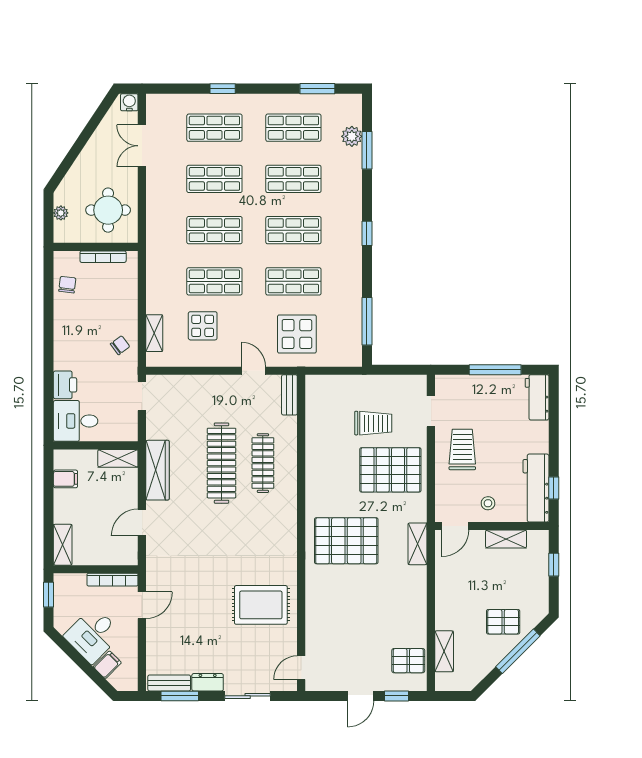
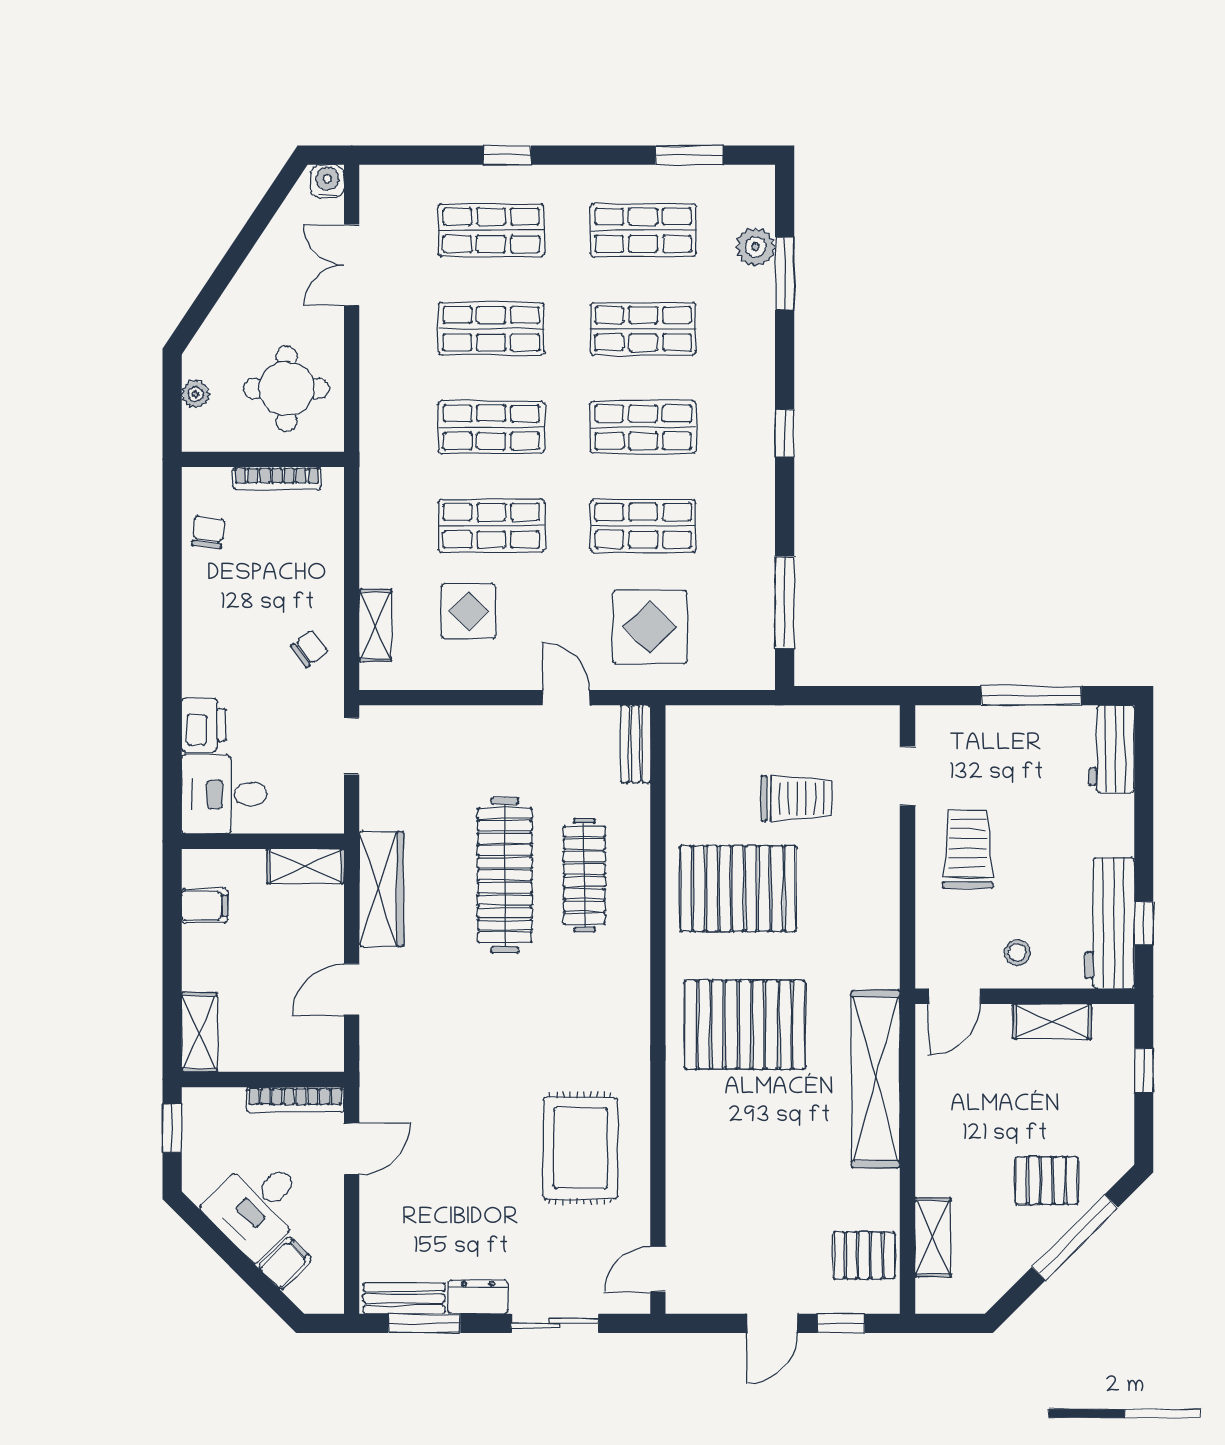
pallet: (390, 470) -> (738, 889), moved
shelving: (417, 544) -> (876, 1079), width x2.20, depth x1.33
rug: (261, 605) -> (580, 1148), turned 90

